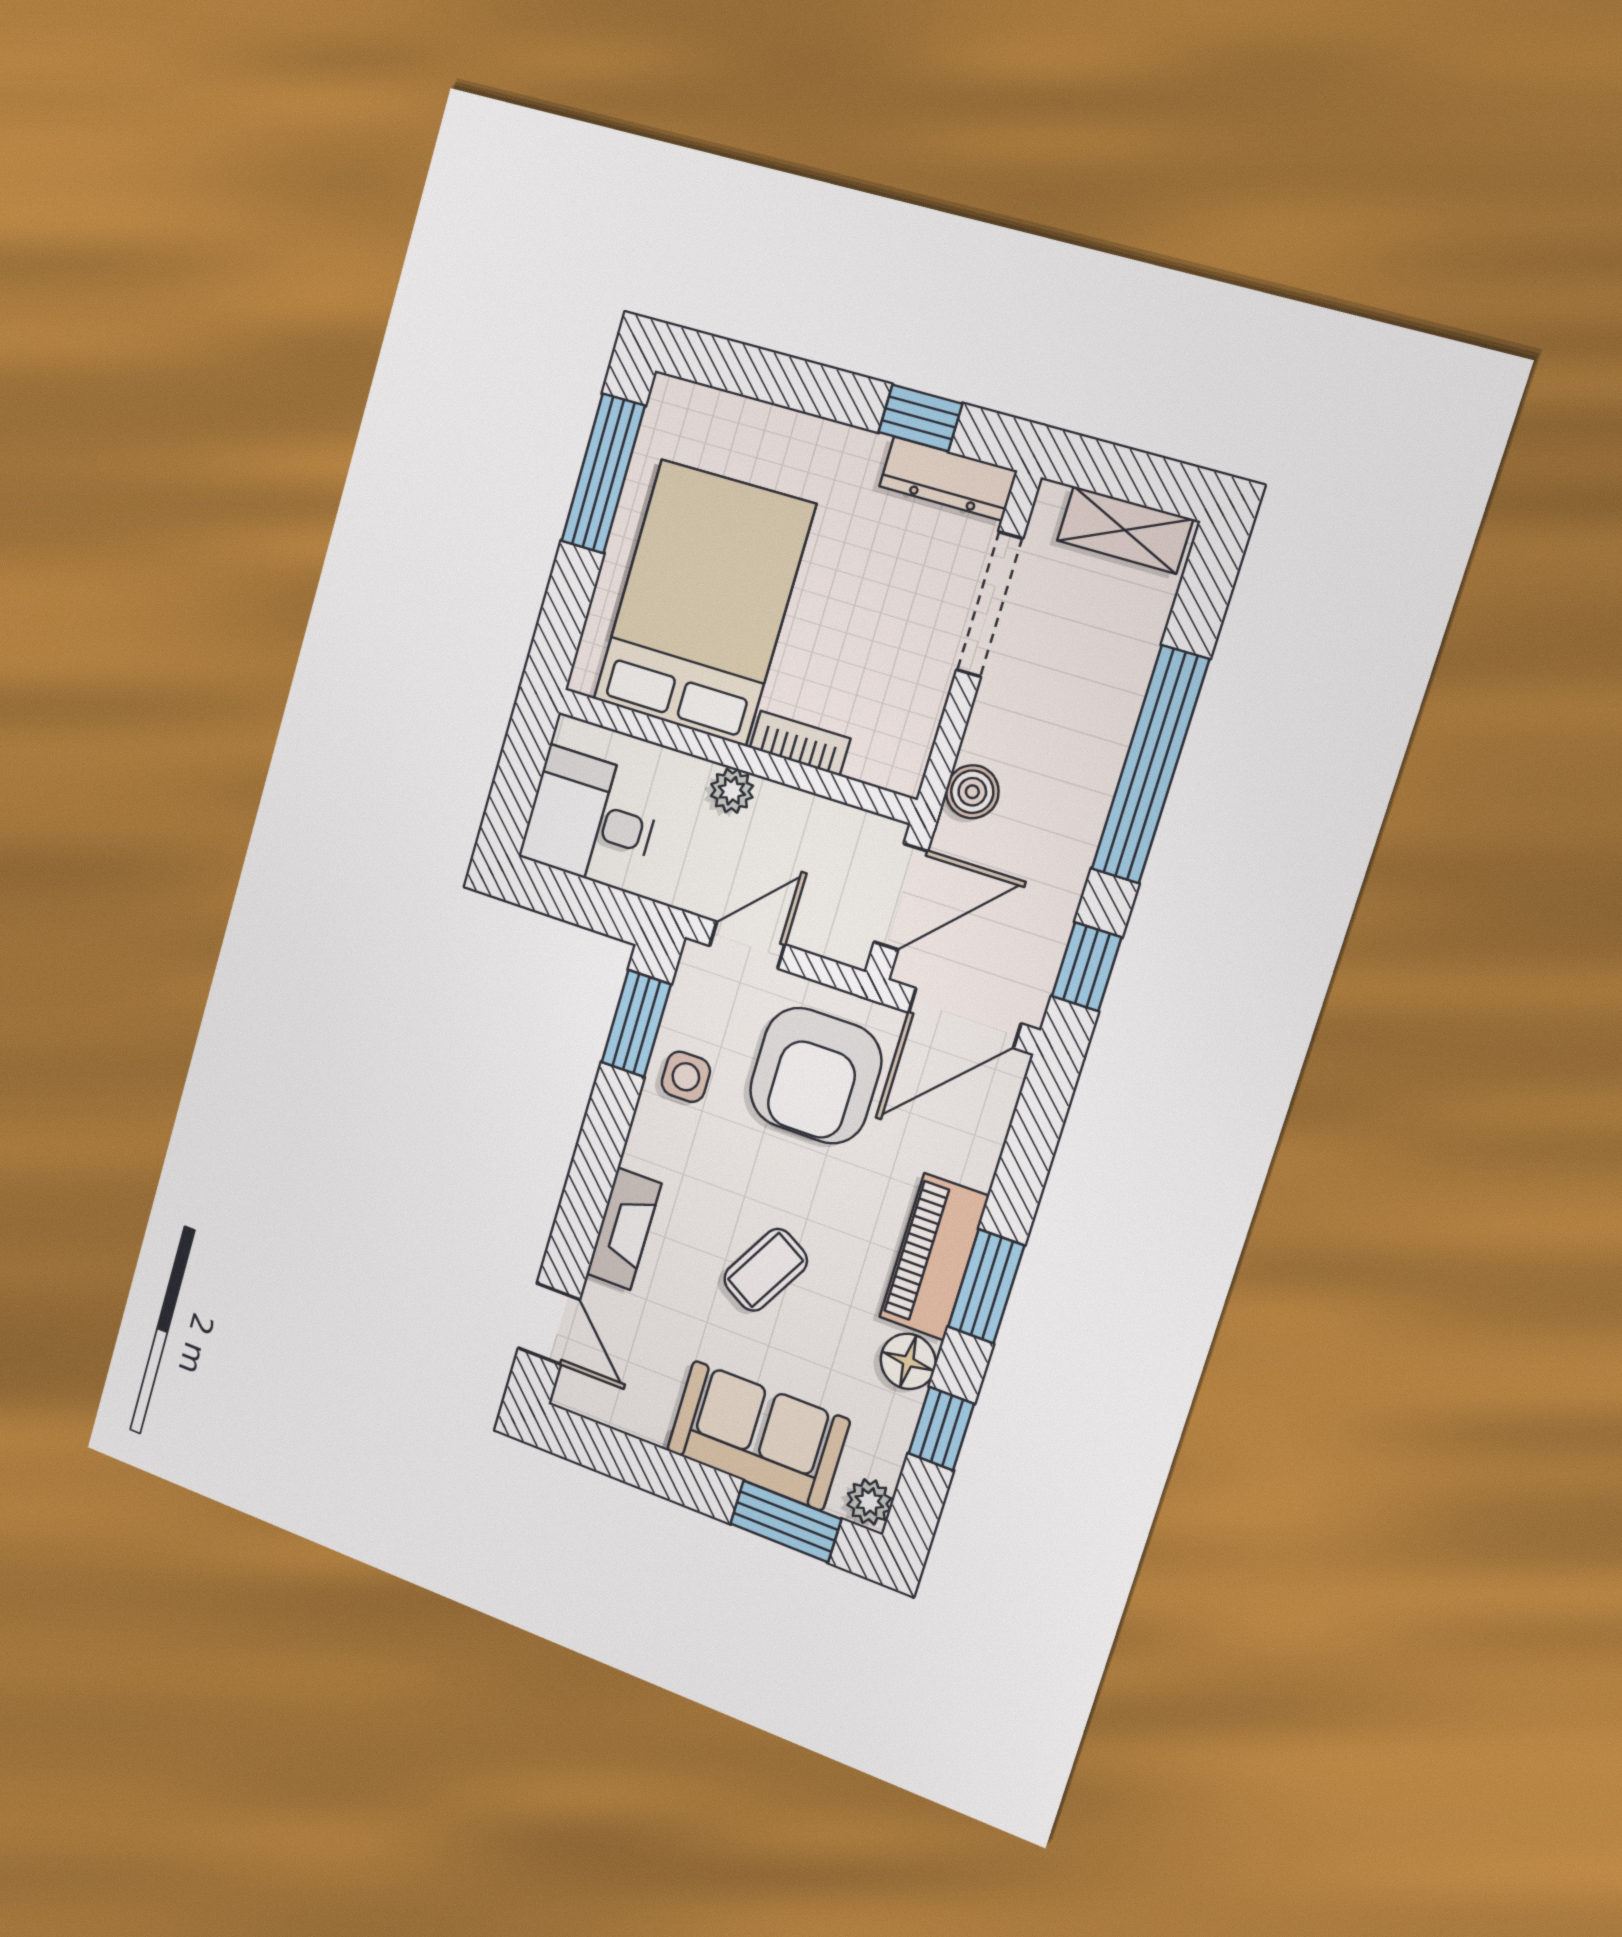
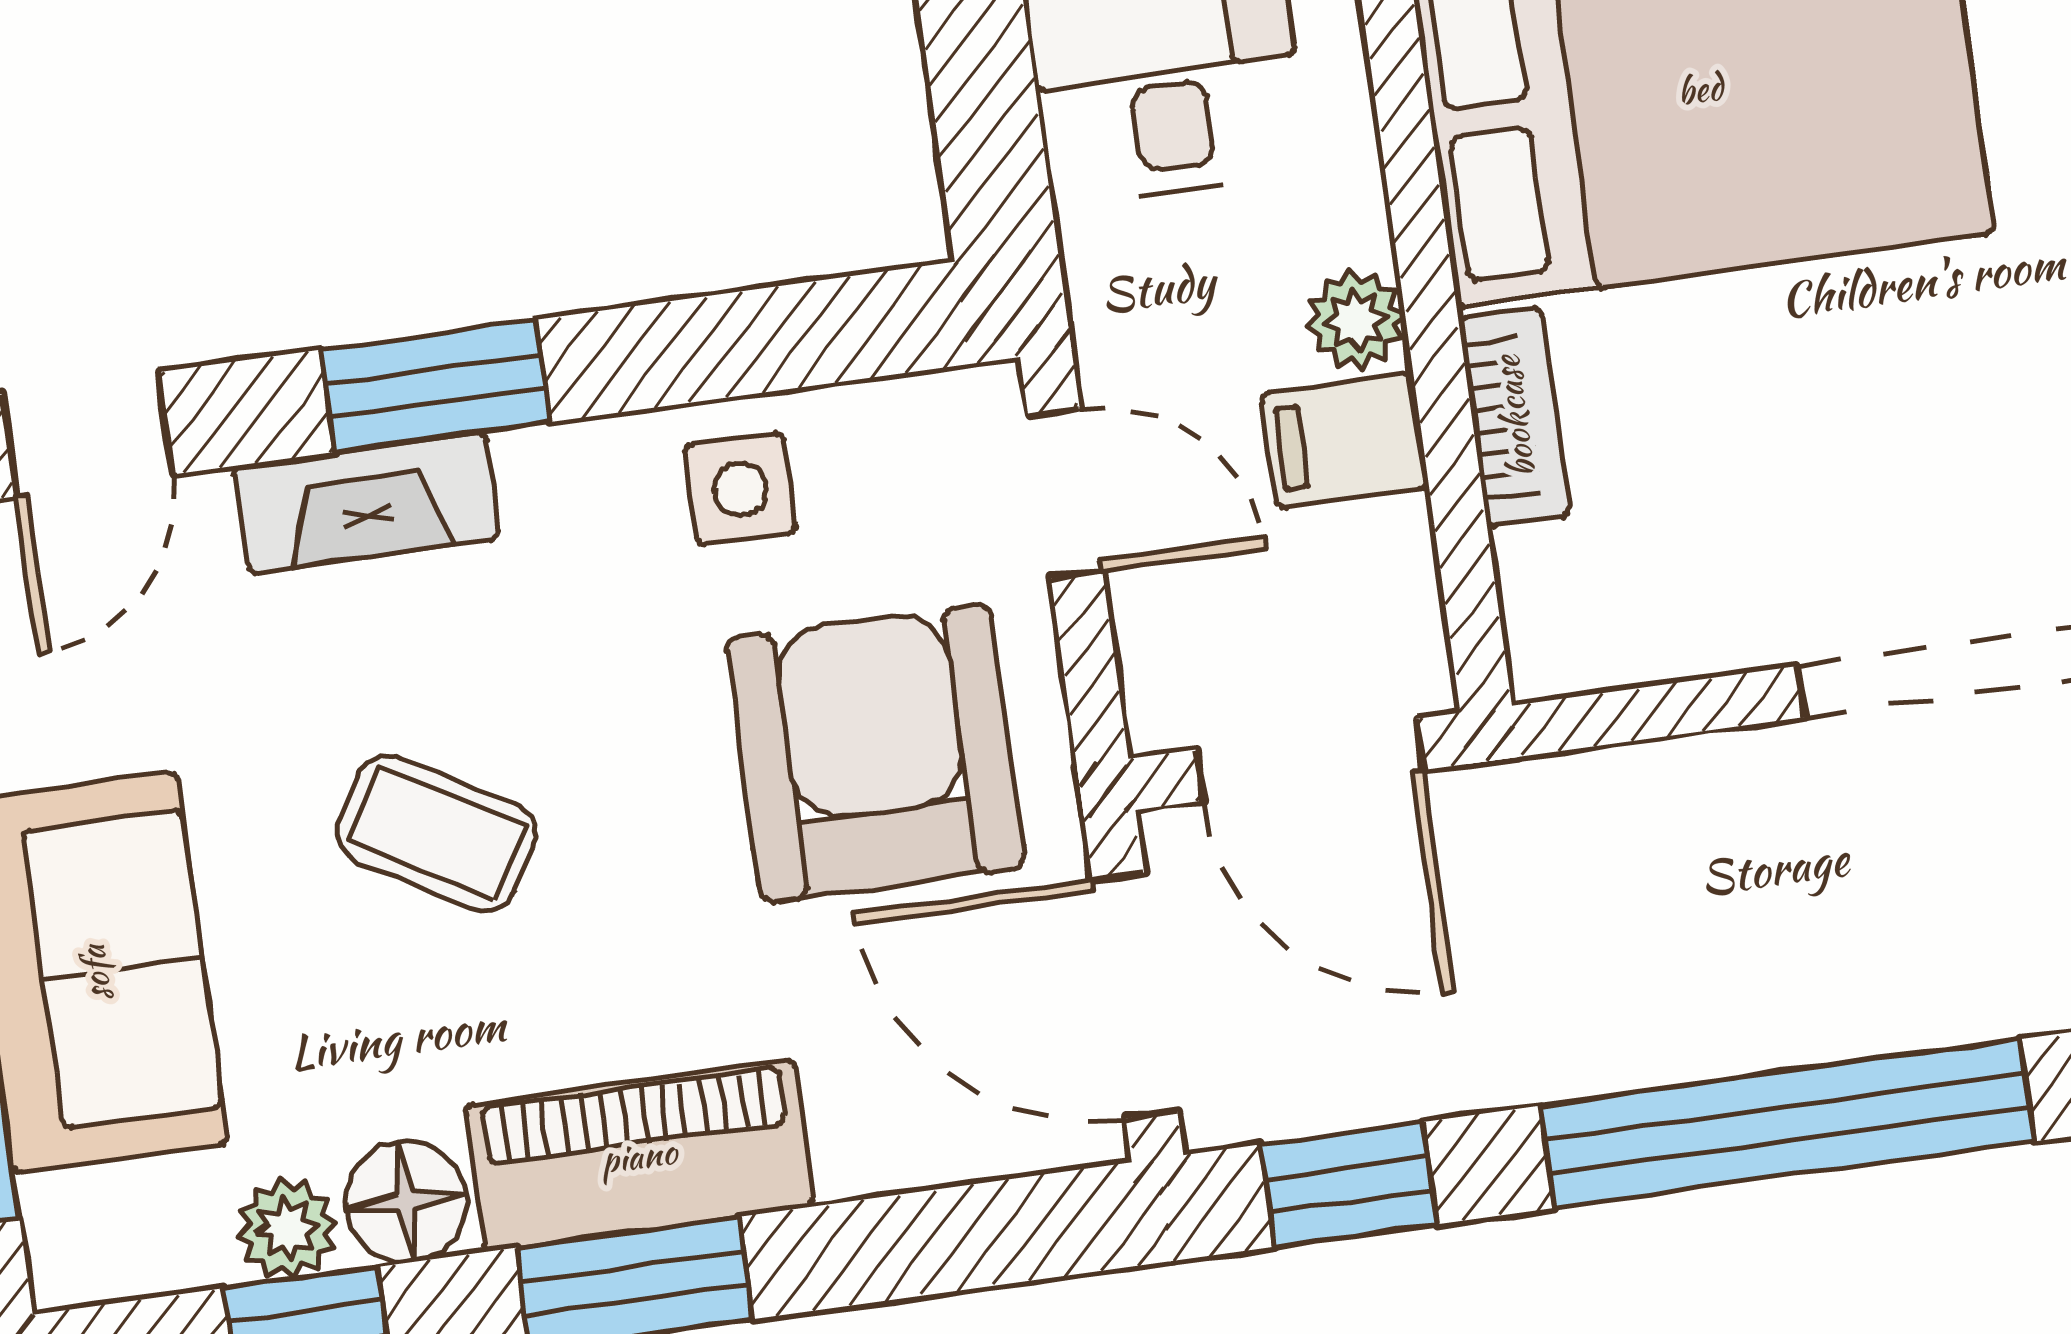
boiler: (972, 792) -> (1578, 806), removed
filing cabinet: (778, 819) -> (1345, 441), added
window: (636, 1023) -> (435, 386), moved
armchair: (815, 1076) -> (875, 753), turned 90
plant: (869, 1502) -> (287, 1229), moved

